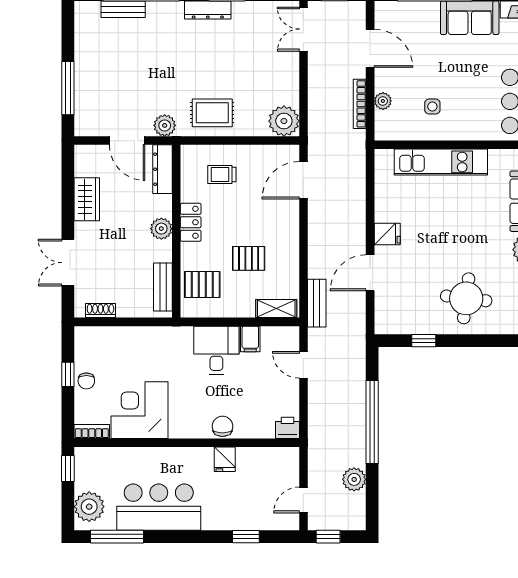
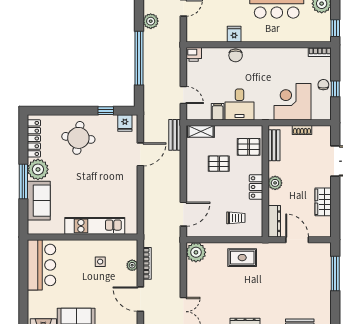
plant: (165, 125) -> (273, 249), removed
fridge: (387, 234) -> (125, 123), moved, turned -90
shoe rack: (100, 310) -> (302, 130), moved
corner desk: (140, 410) -> (292, 102), moved, turned 180

